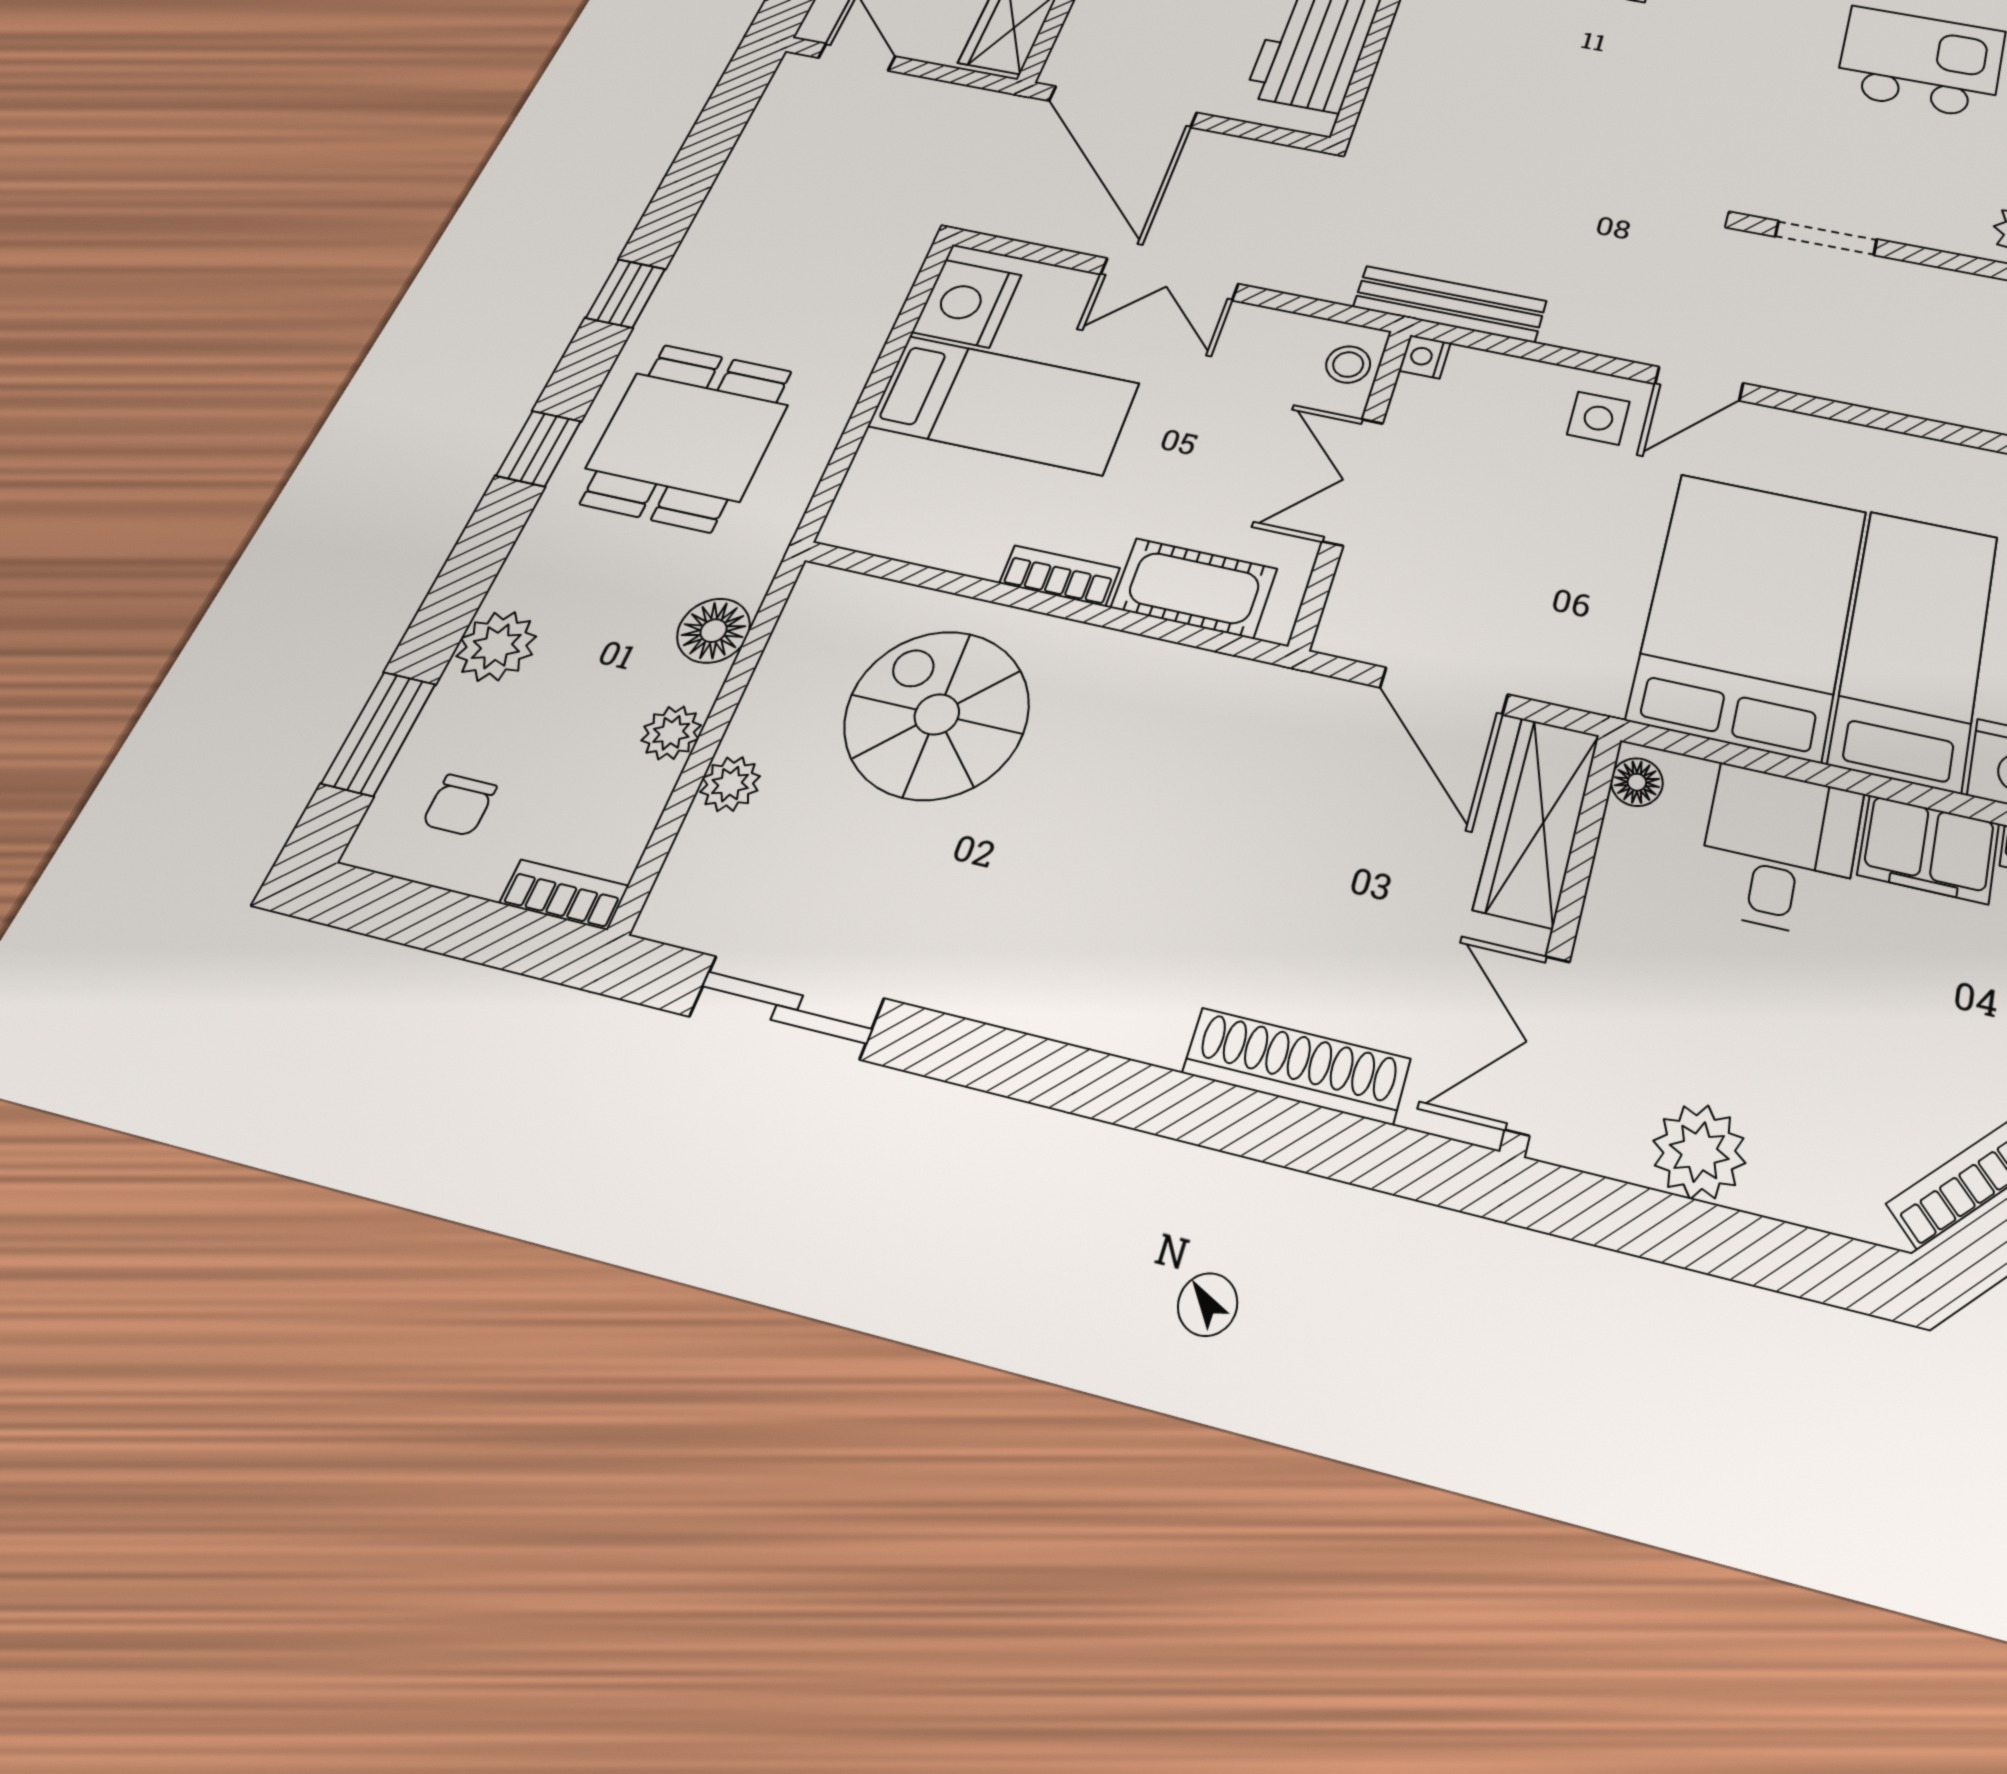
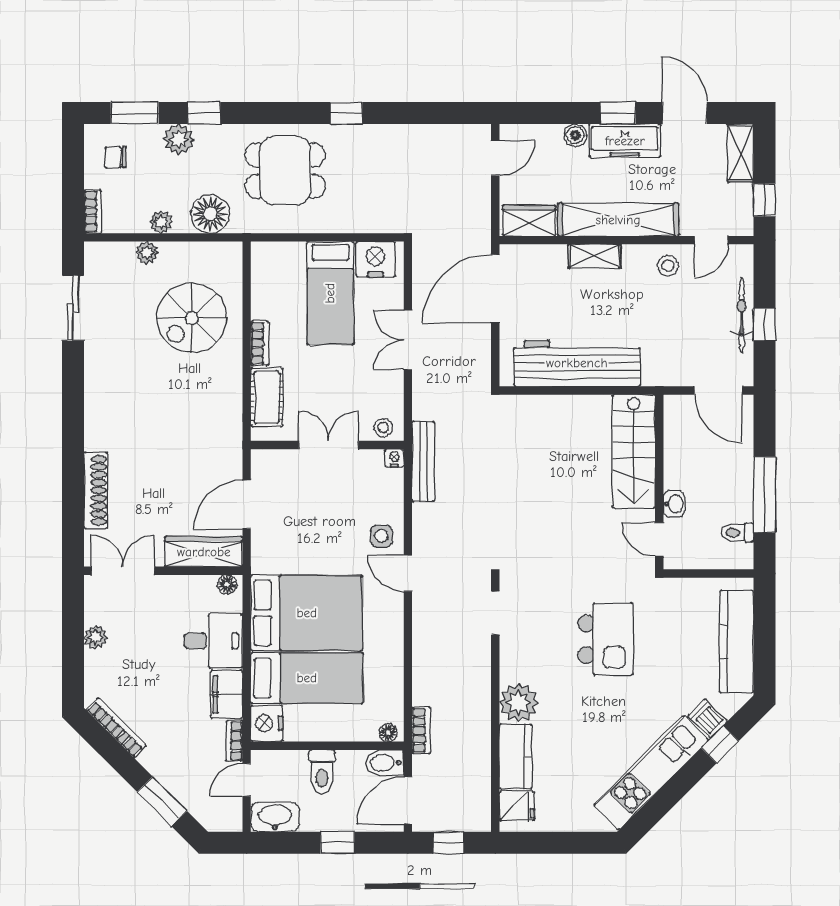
window: (539, 448) -> (204, 113), moved
floor lamp: (714, 631) -> (210, 214), width x1.38, depth x1.38
spiral stairs: (937, 714) -> (192, 318), turned 180
plant: (1699, 1152) -> (96, 637), width x0.73, depth x0.73

